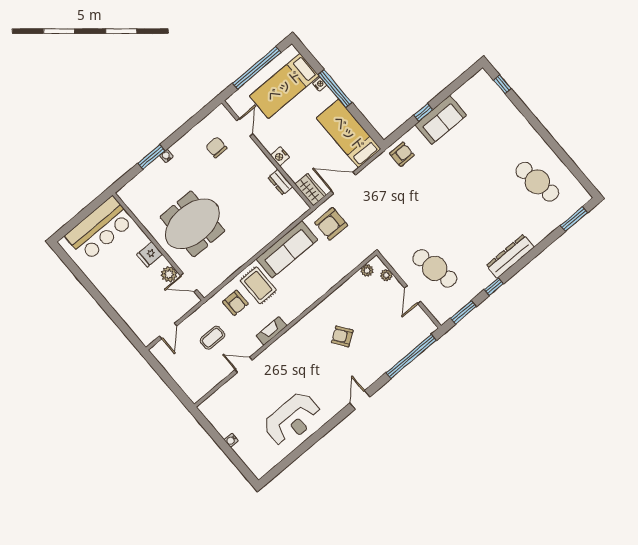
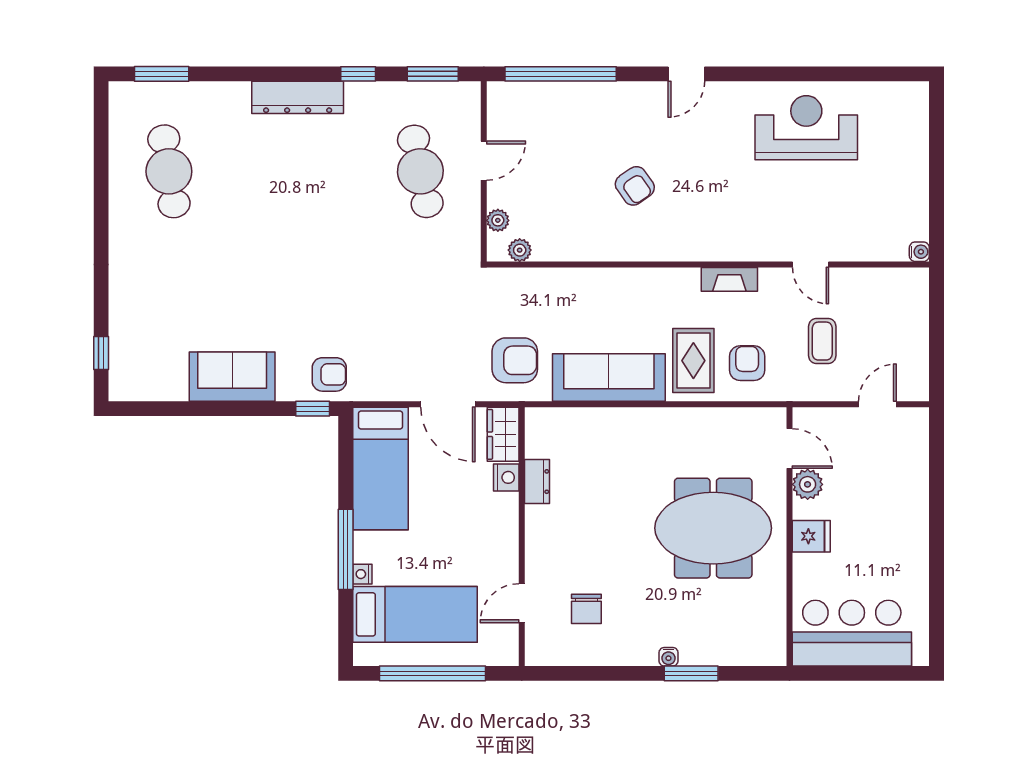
window: (423, 112) -> (313, 409), moved
armchair: (402, 154) -> (329, 374), turned 180
nightstand: (280, 156) -> (506, 477), moved
coffee table: (212, 338) -> (822, 341), turned 90
water cooler: (231, 440) -> (919, 252), moved

